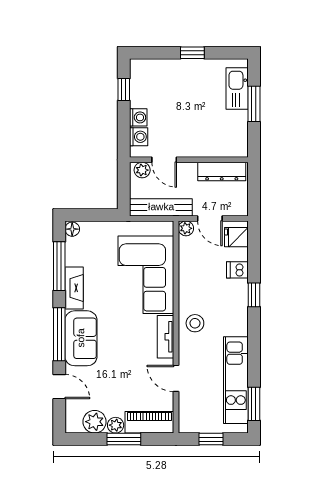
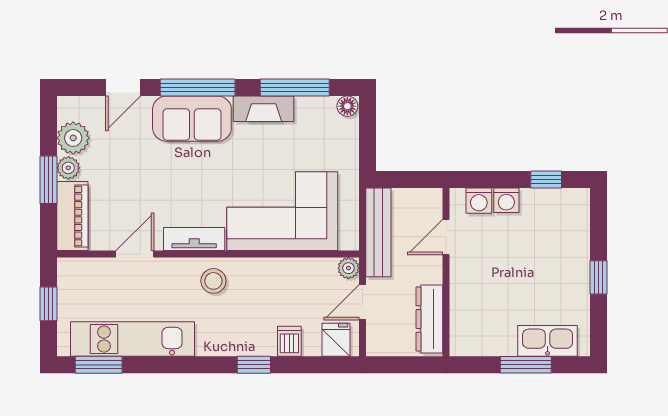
plant: (142, 170) -> (431, 206), removed

